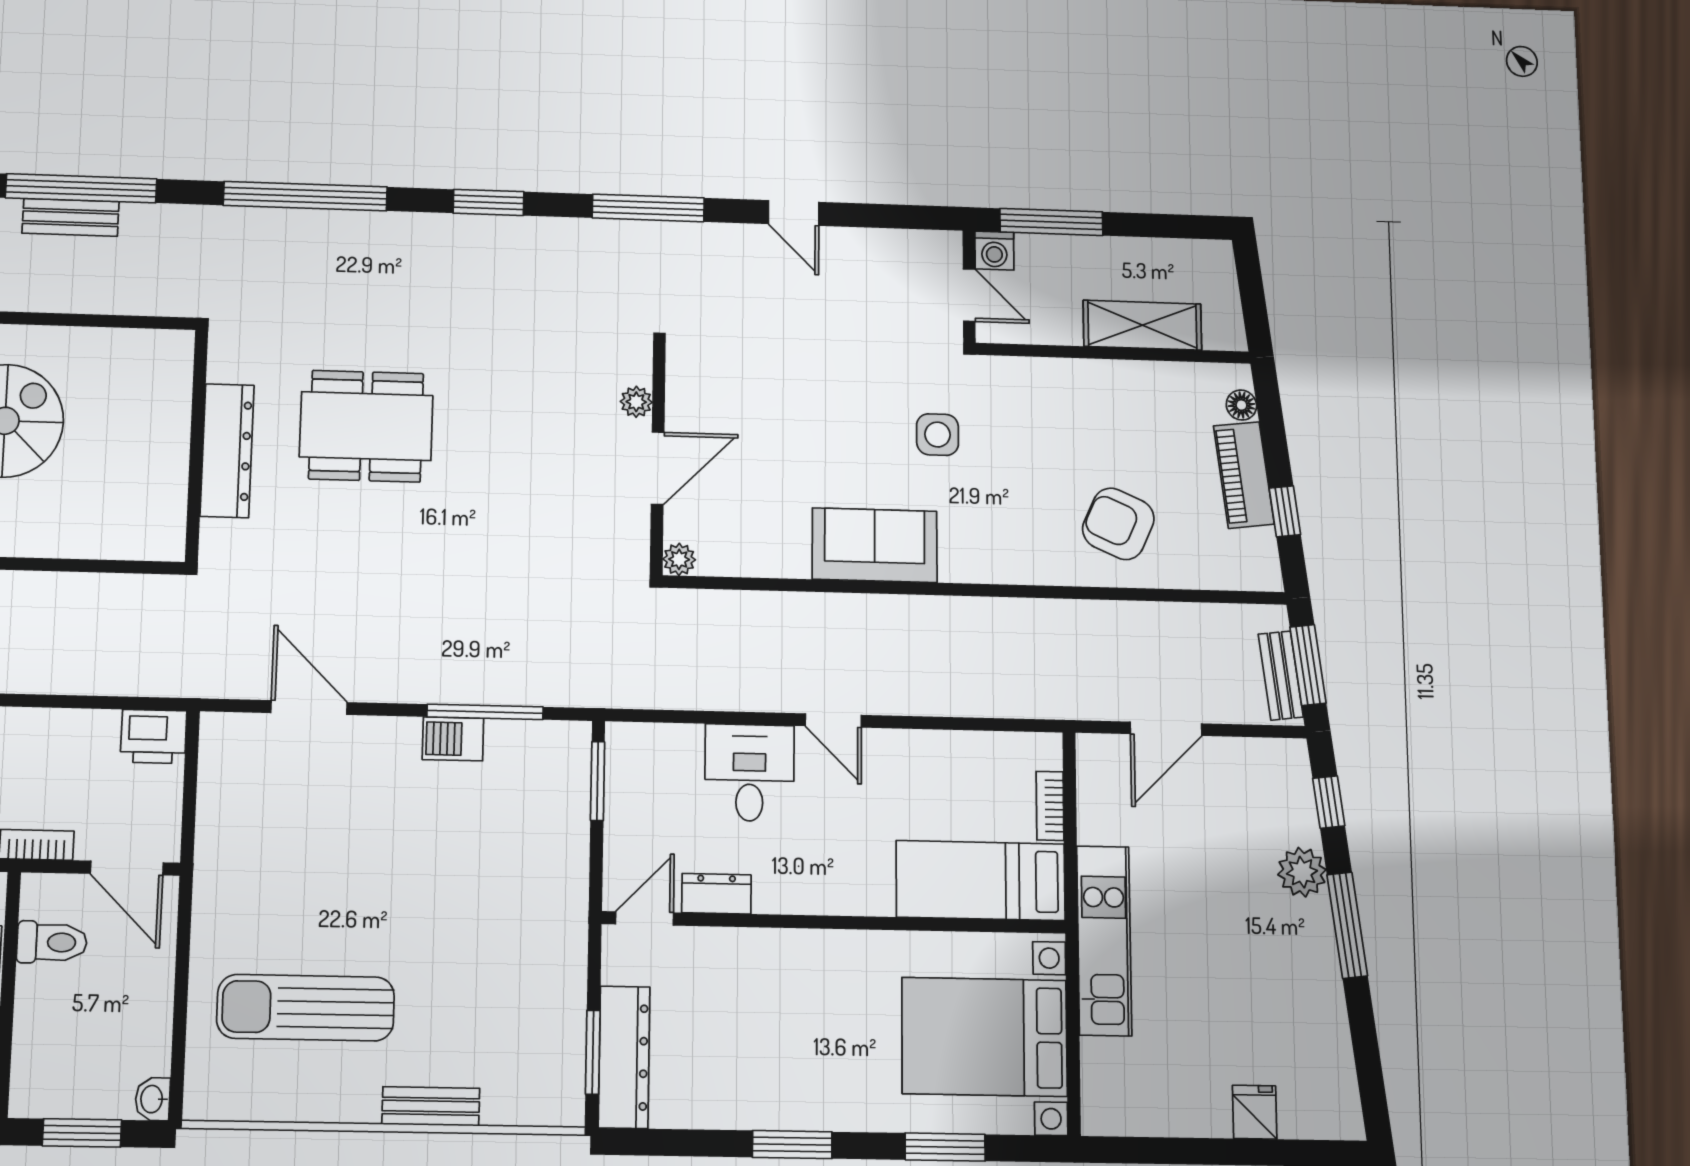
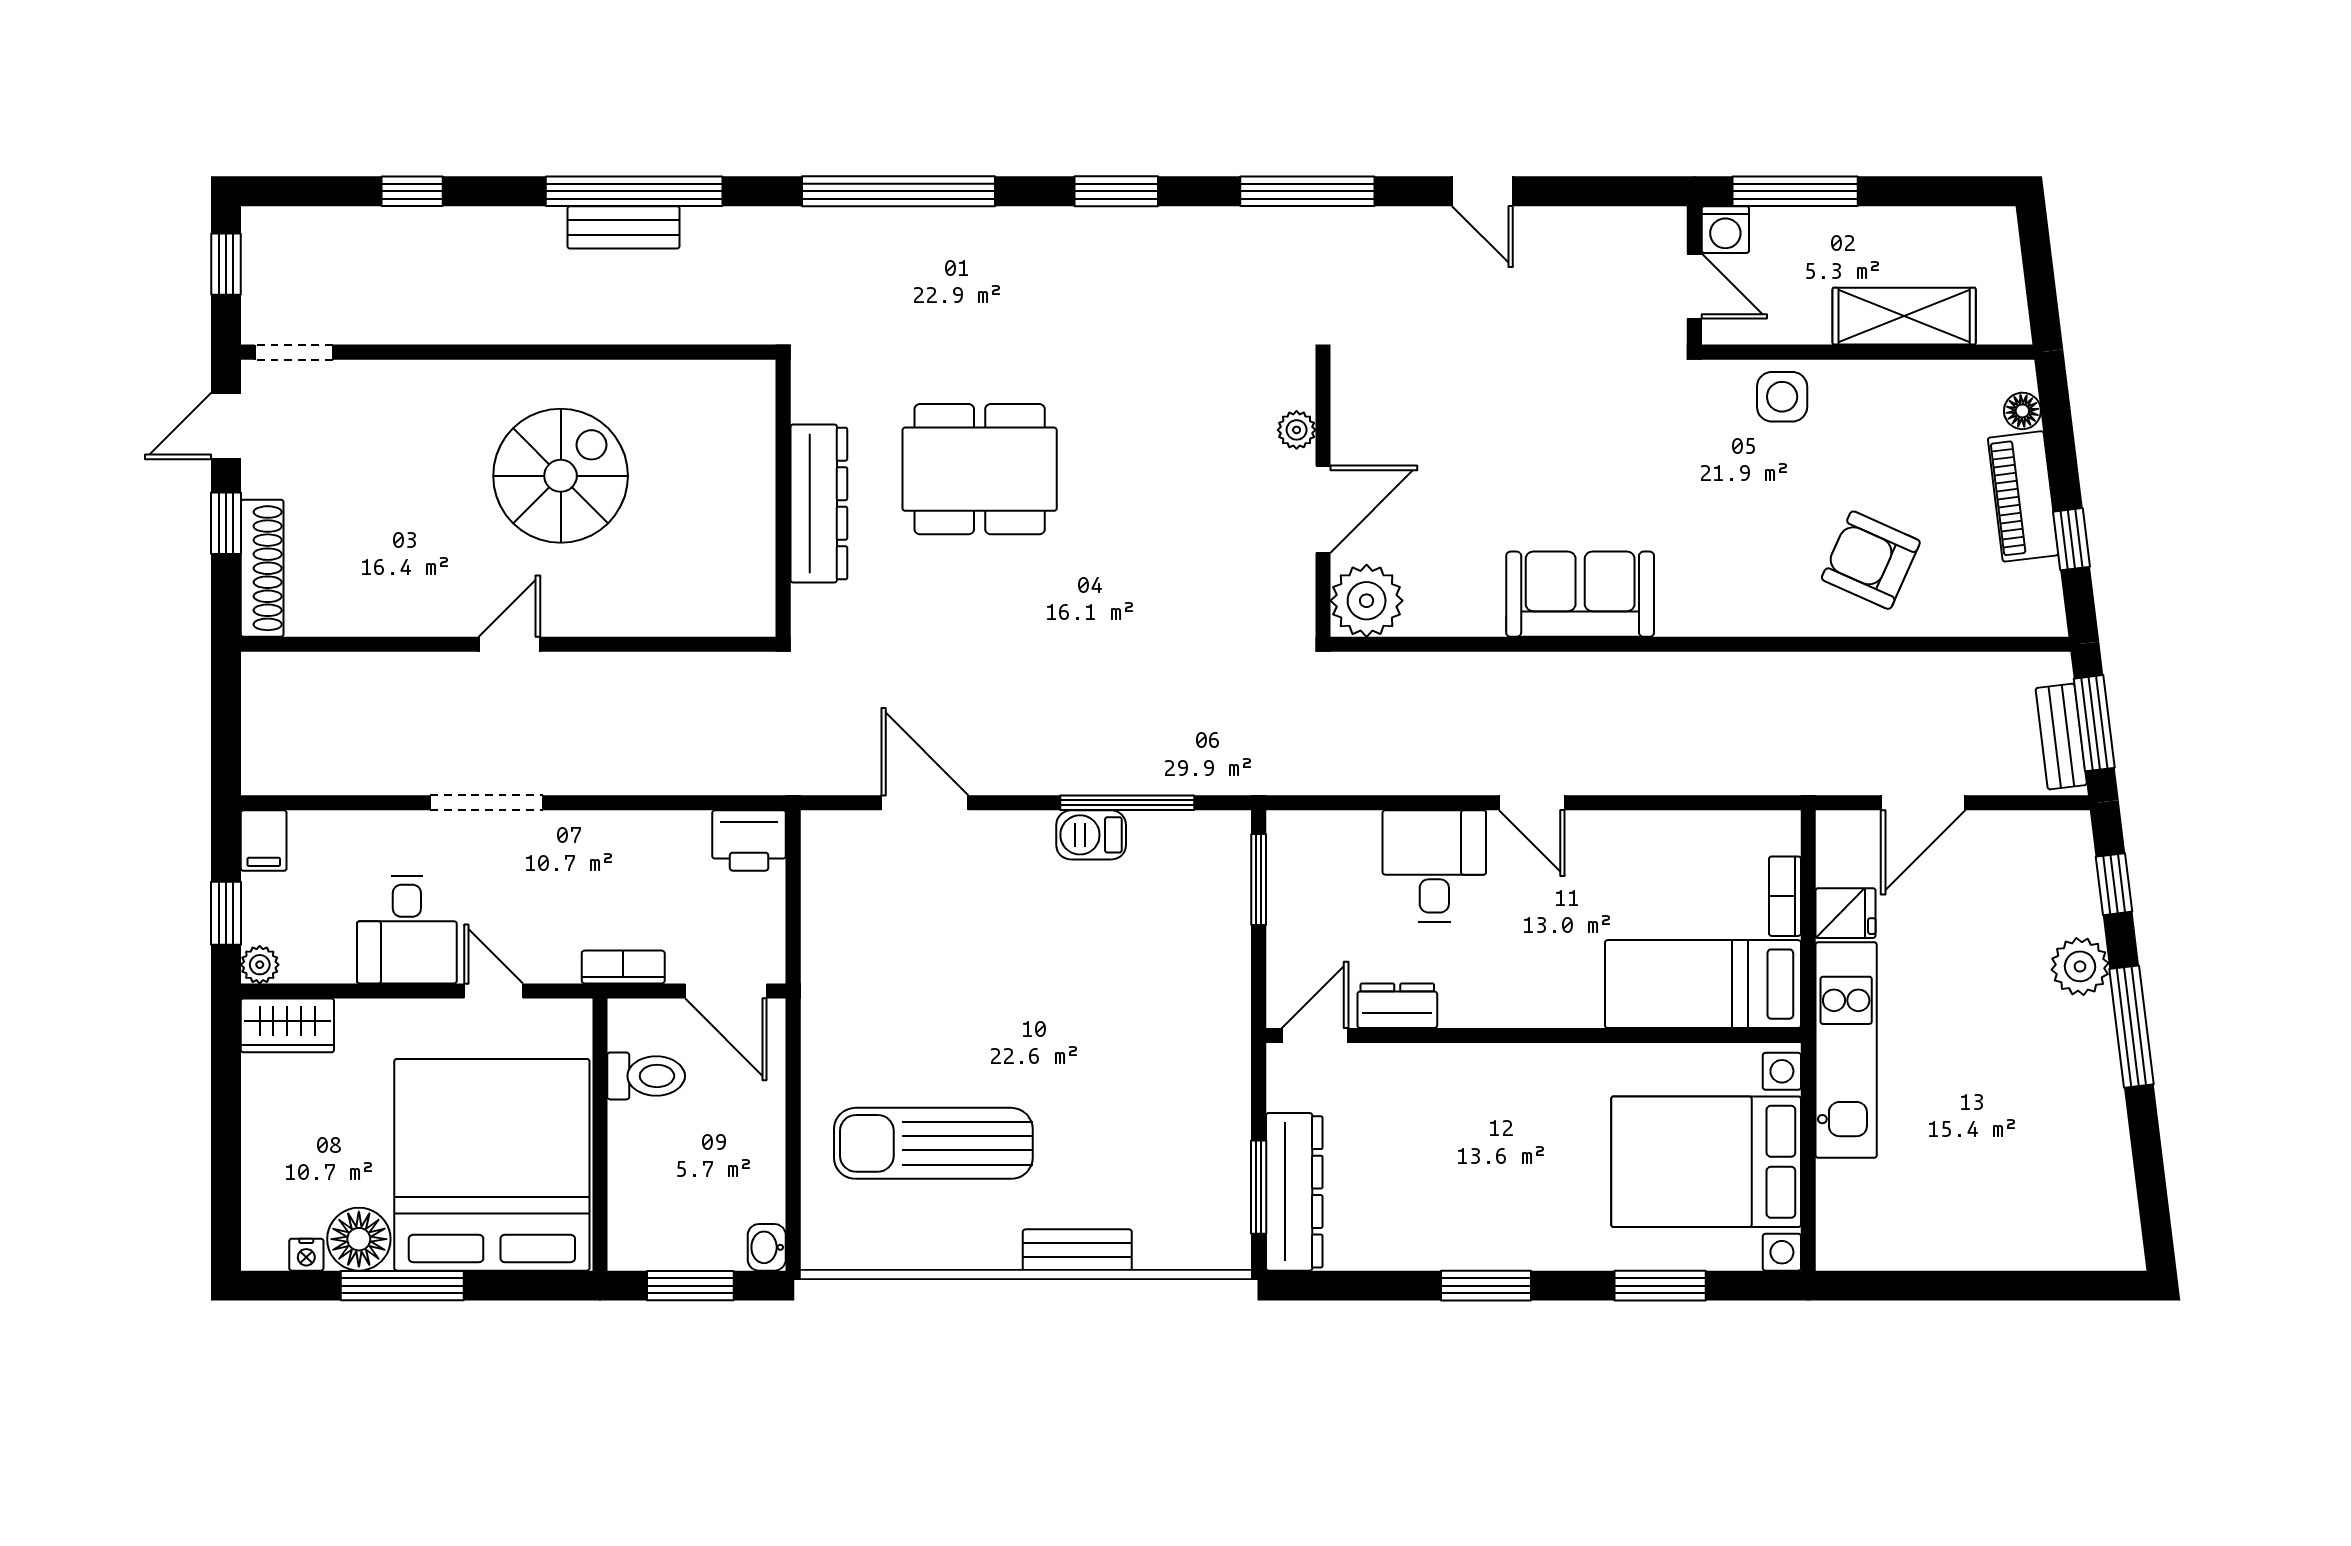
side table: (937, 435) -> (1782, 397), moved
plant: (679, 559) -> (1367, 601), width x1.87, depth x1.87
fridge: (1255, 1112) -> (1846, 913), moved, turned 90

